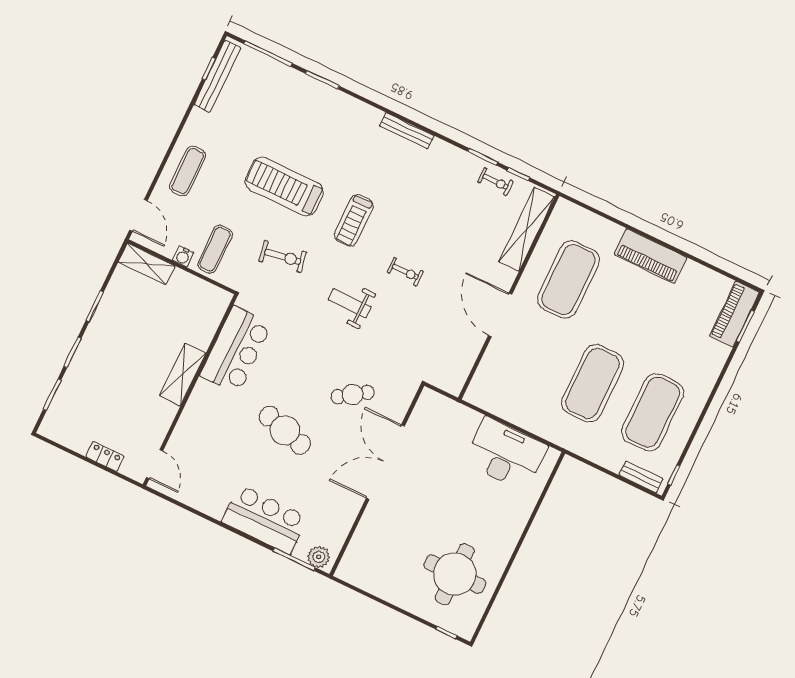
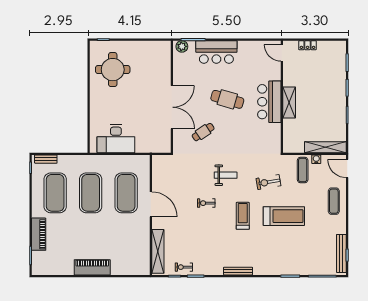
shelving: (147, 264) -> (325, 147), width x1.47
exercise mat: (568, 280) -> (126, 193), moved
piano: (734, 314) -> (39, 234), moved
bar counter: (236, 350) -> (269, 102), moved

